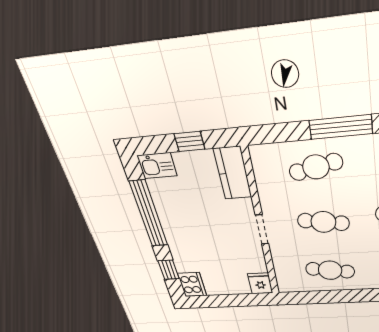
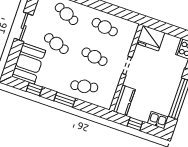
window: (341, 127) -> (65, 100), width x0.69
fridge: (260, 283) -> (151, 38), width x1.88, depth x1.34

